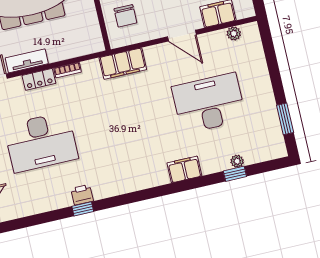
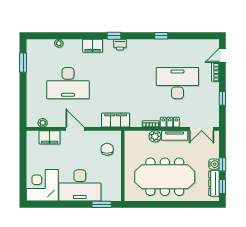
plant: (57, 52) -> (155, 136), added
window: (235, 174) -> (114, 36), moved
printer: (82, 195) -> (120, 45), moved

